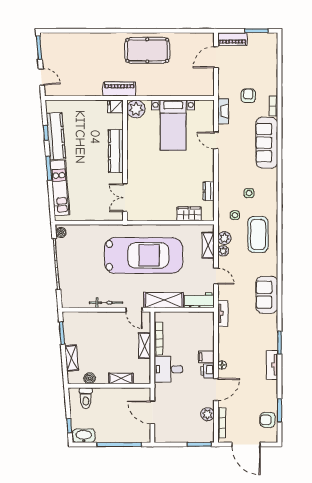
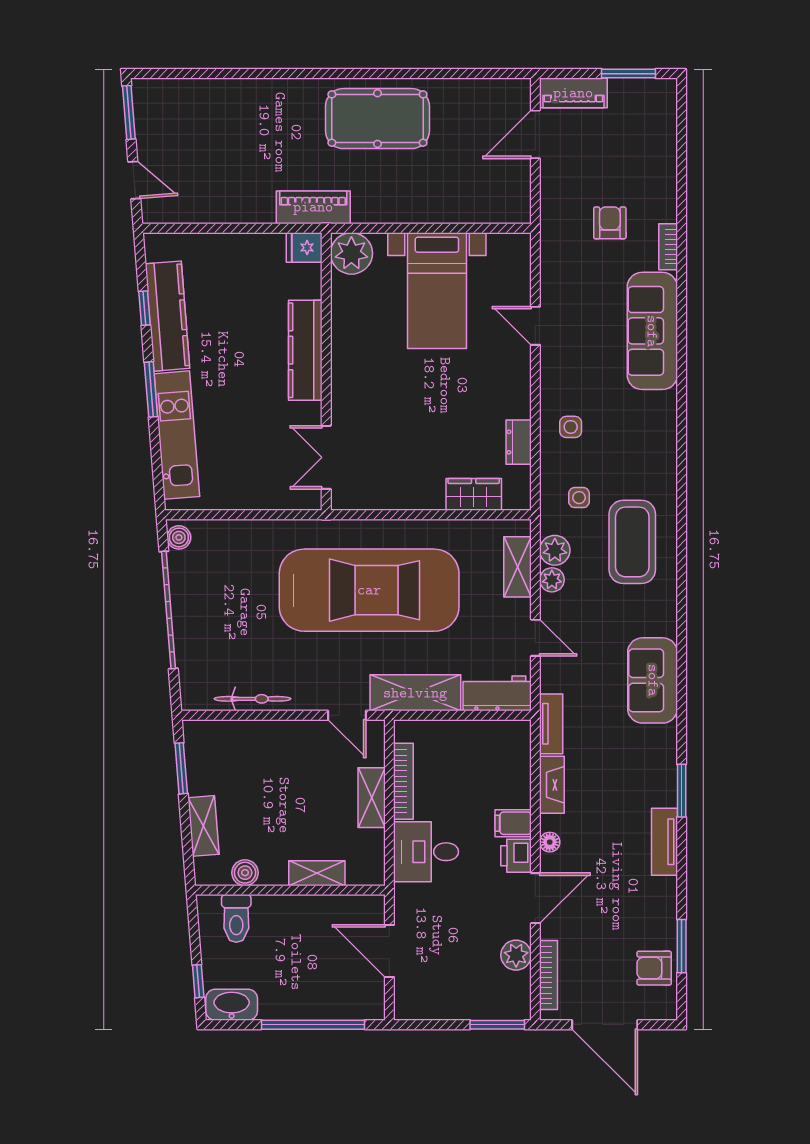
fireplace: (223, 111) -> (552, 785), moved
side table: (249, 193) -> (571, 427), moved
bicycle: (106, 303) -> (253, 699), moved

